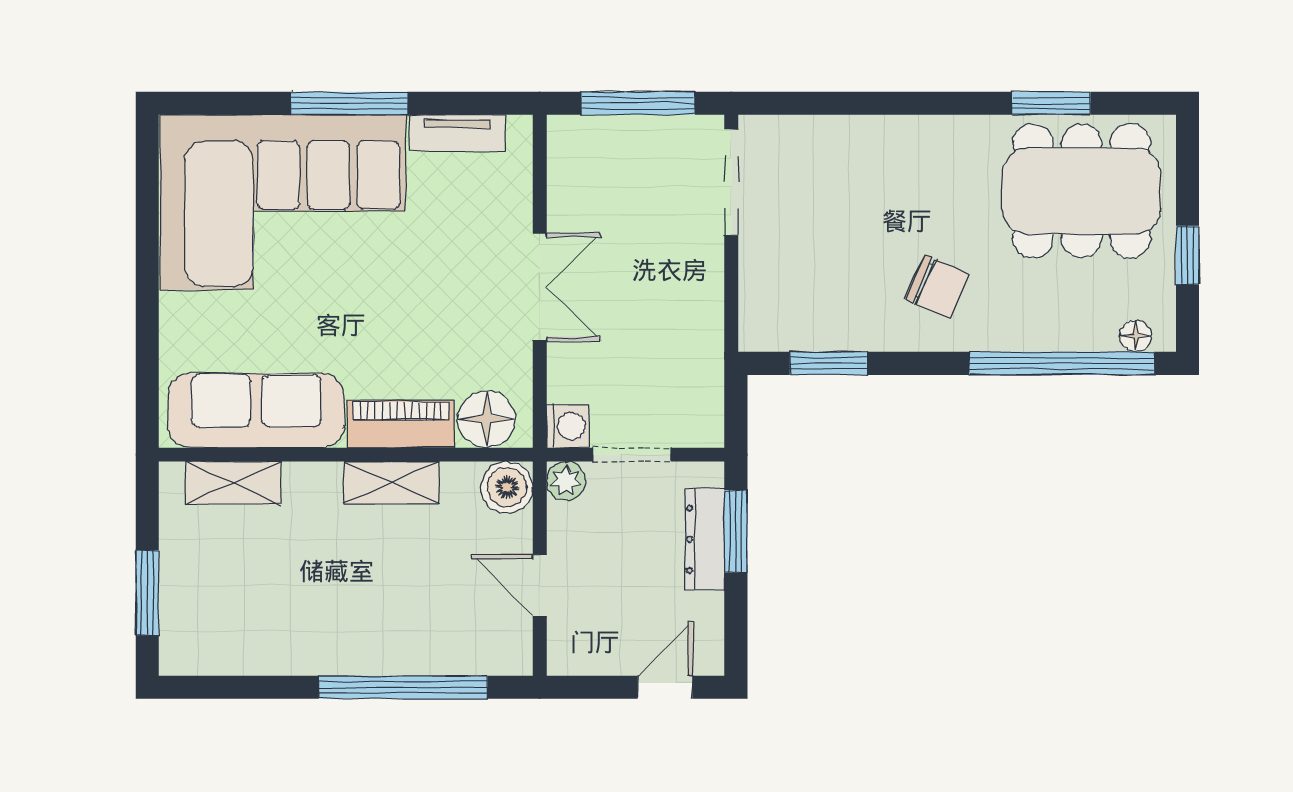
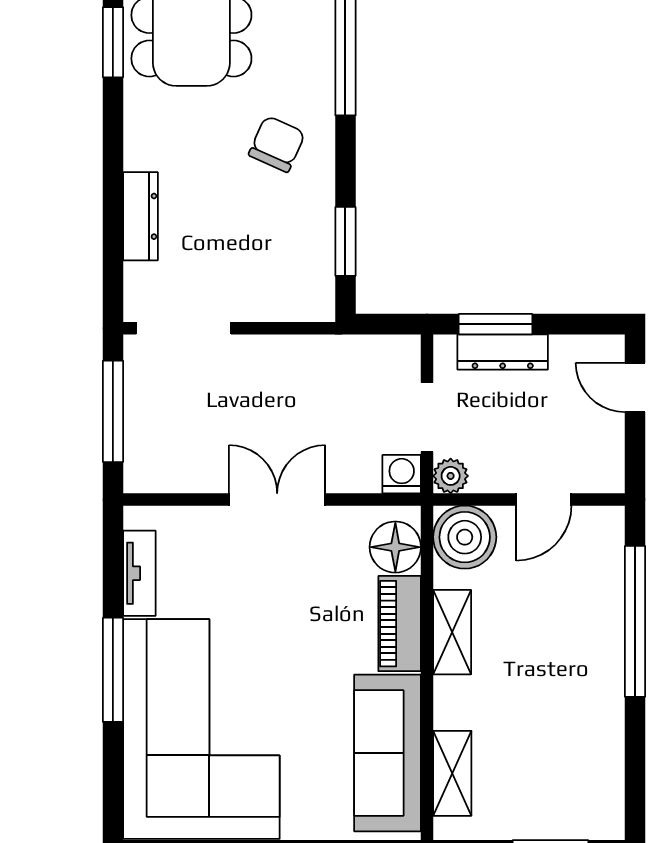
dresser: (856, 134) -> (140, 216), added
boiler: (507, 487) -> (465, 537), width x1.37, depth x1.37

